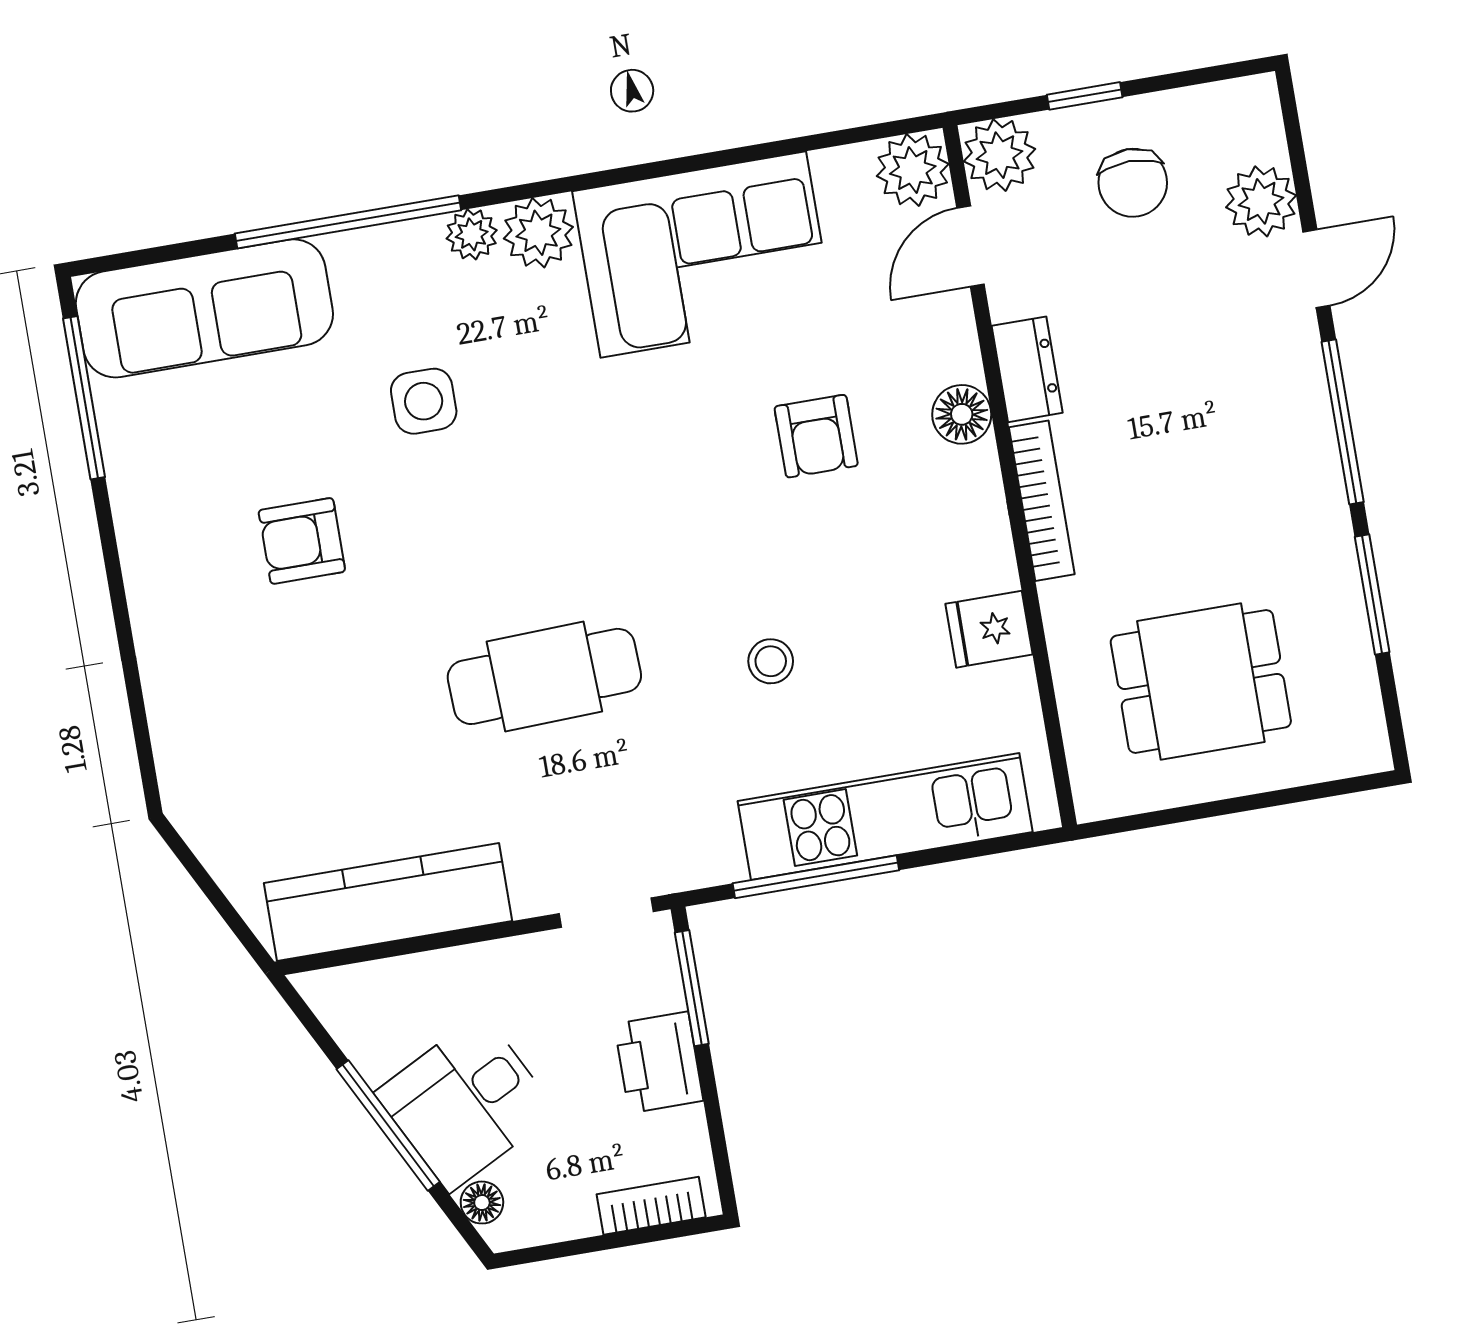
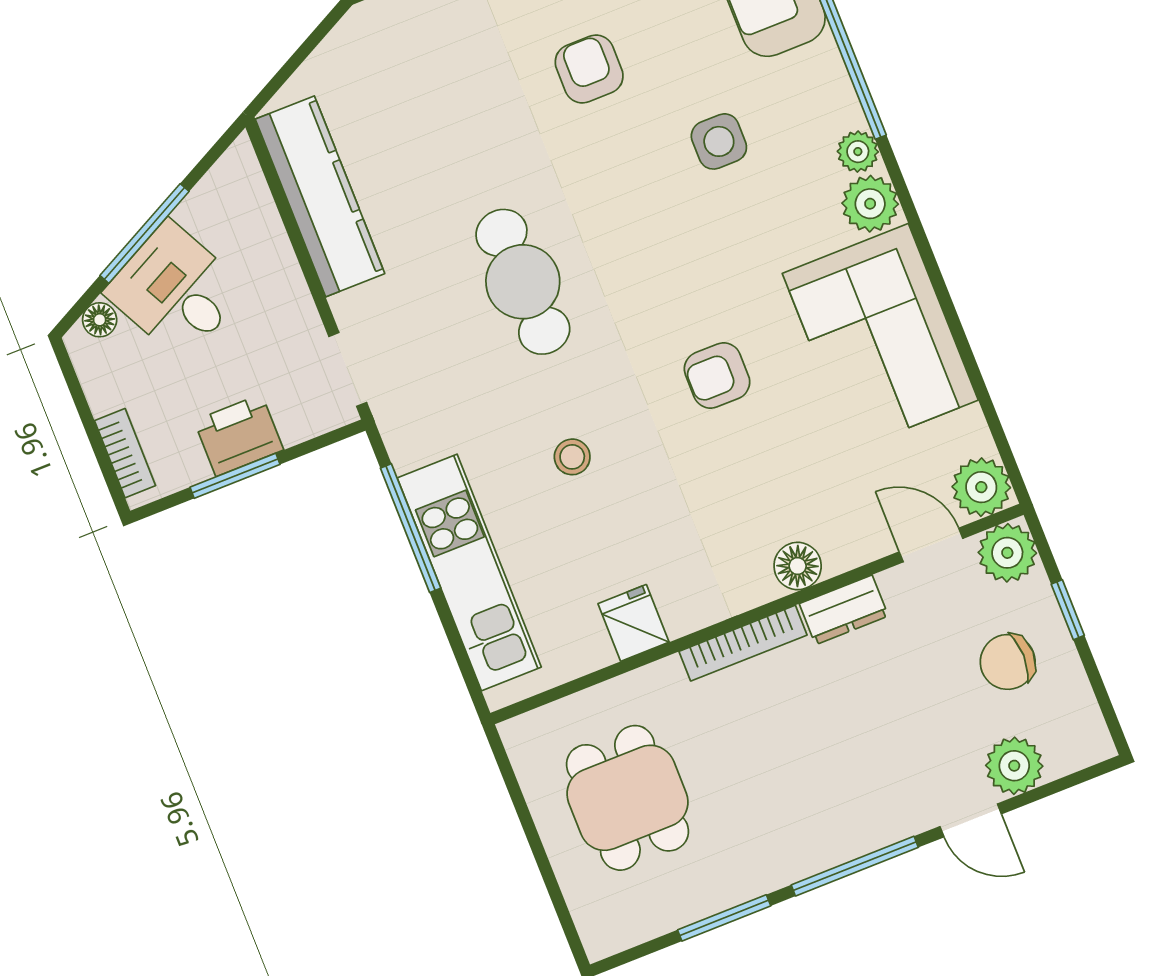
armchair: (816, 436) -> (717, 375), moved
window: (692, 988) -> (235, 476), moved

